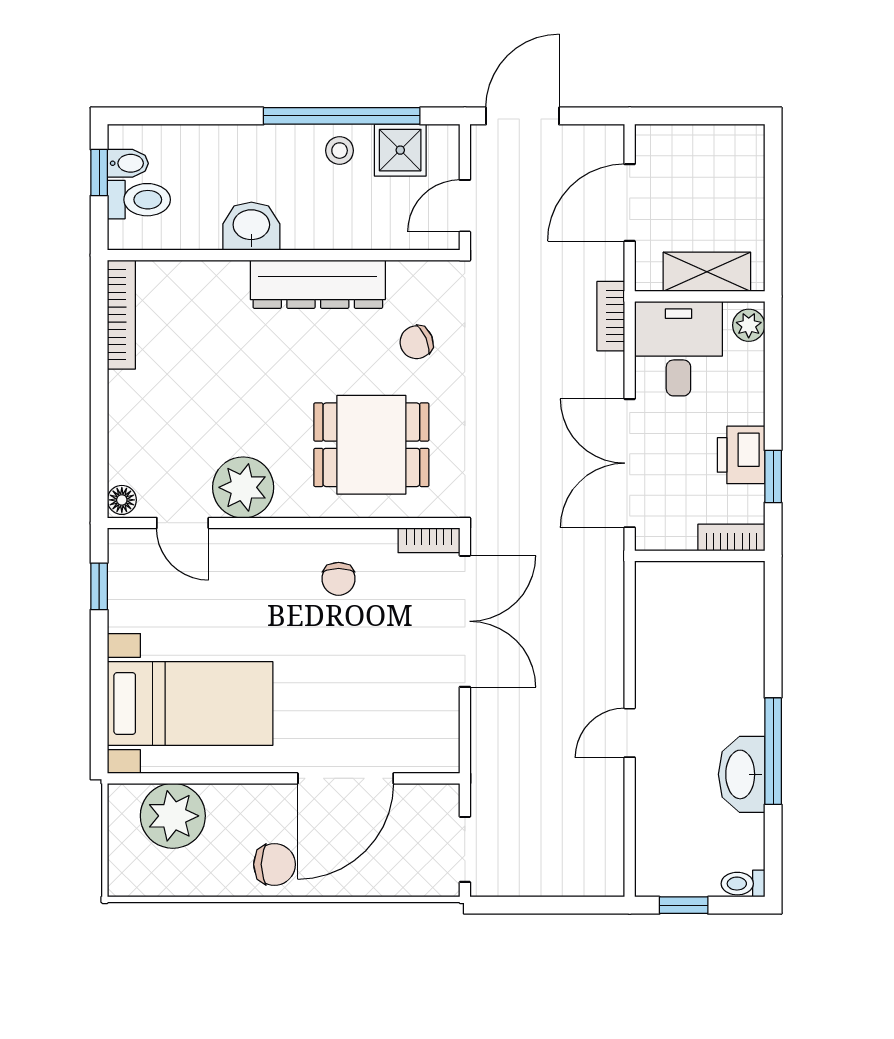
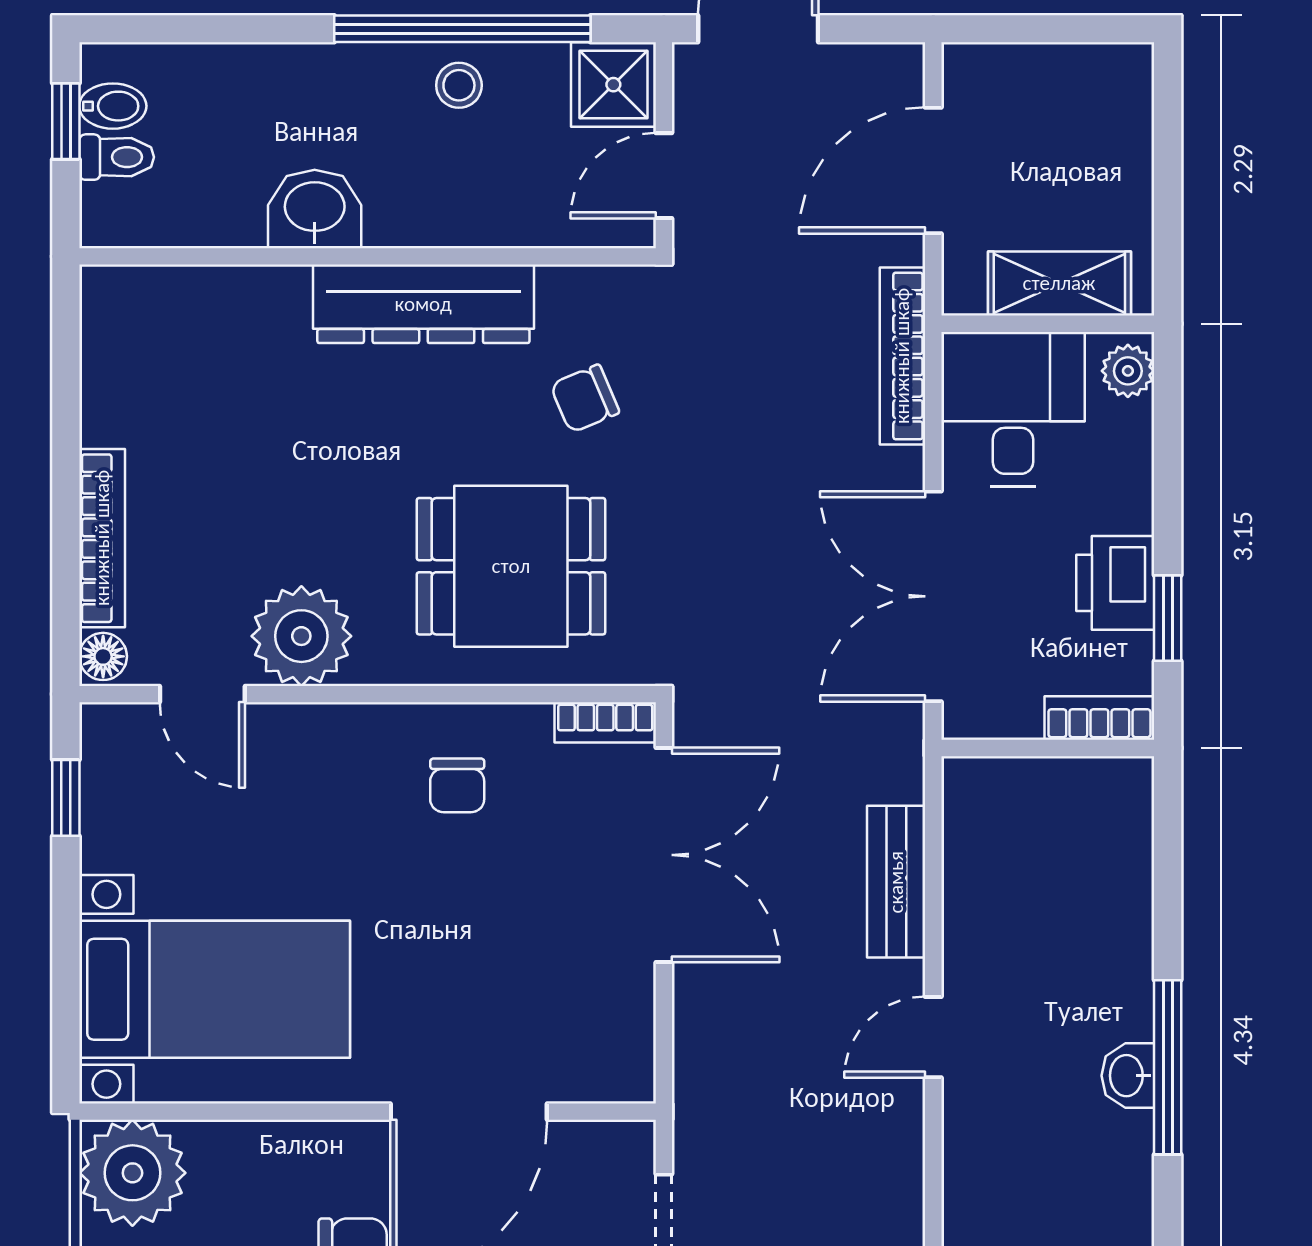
shower: (400, 150) -> (613, 85), moved
toilet: (139, 200) -> (117, 157), width x0.73, depth x0.72
bookcase: (121, 315) -> (102, 538), moved
bookcase: (611, 316) -> (902, 356), width x1.56
bench: (607, 638) -> (896, 882), added
washbasin: (742, 774) -> (1128, 1076), width x0.52, depth x0.69
plant: (173, 816) -> (132, 1173), moved

